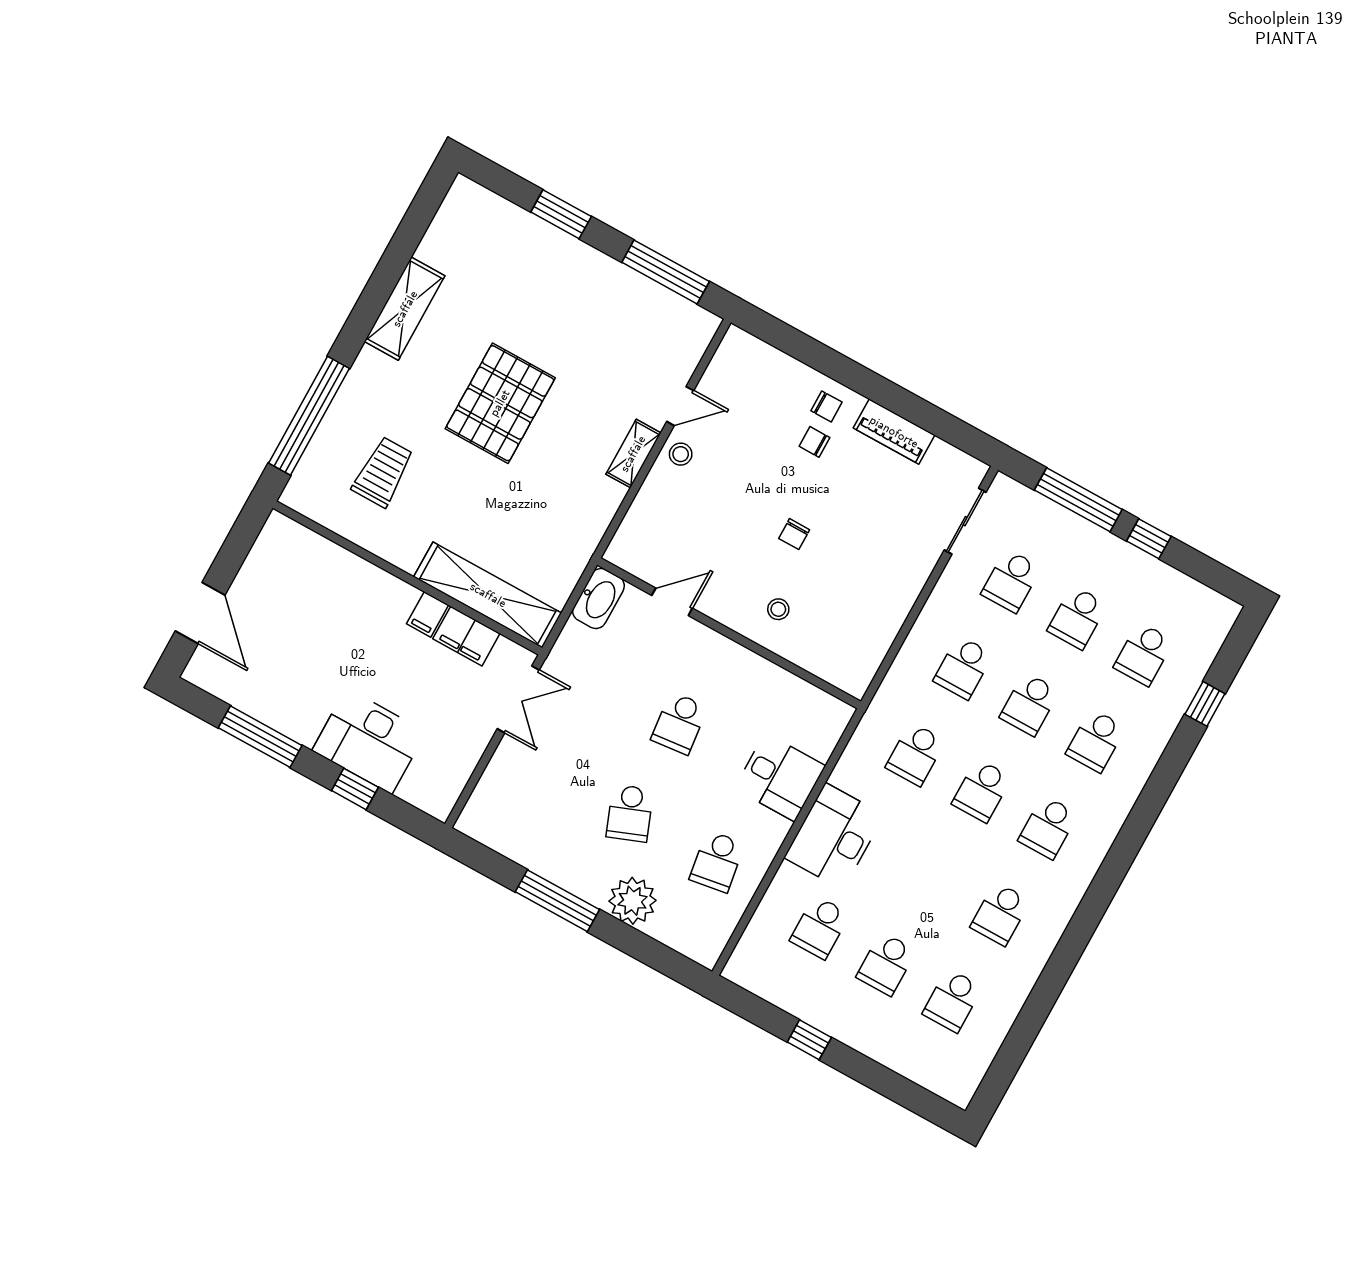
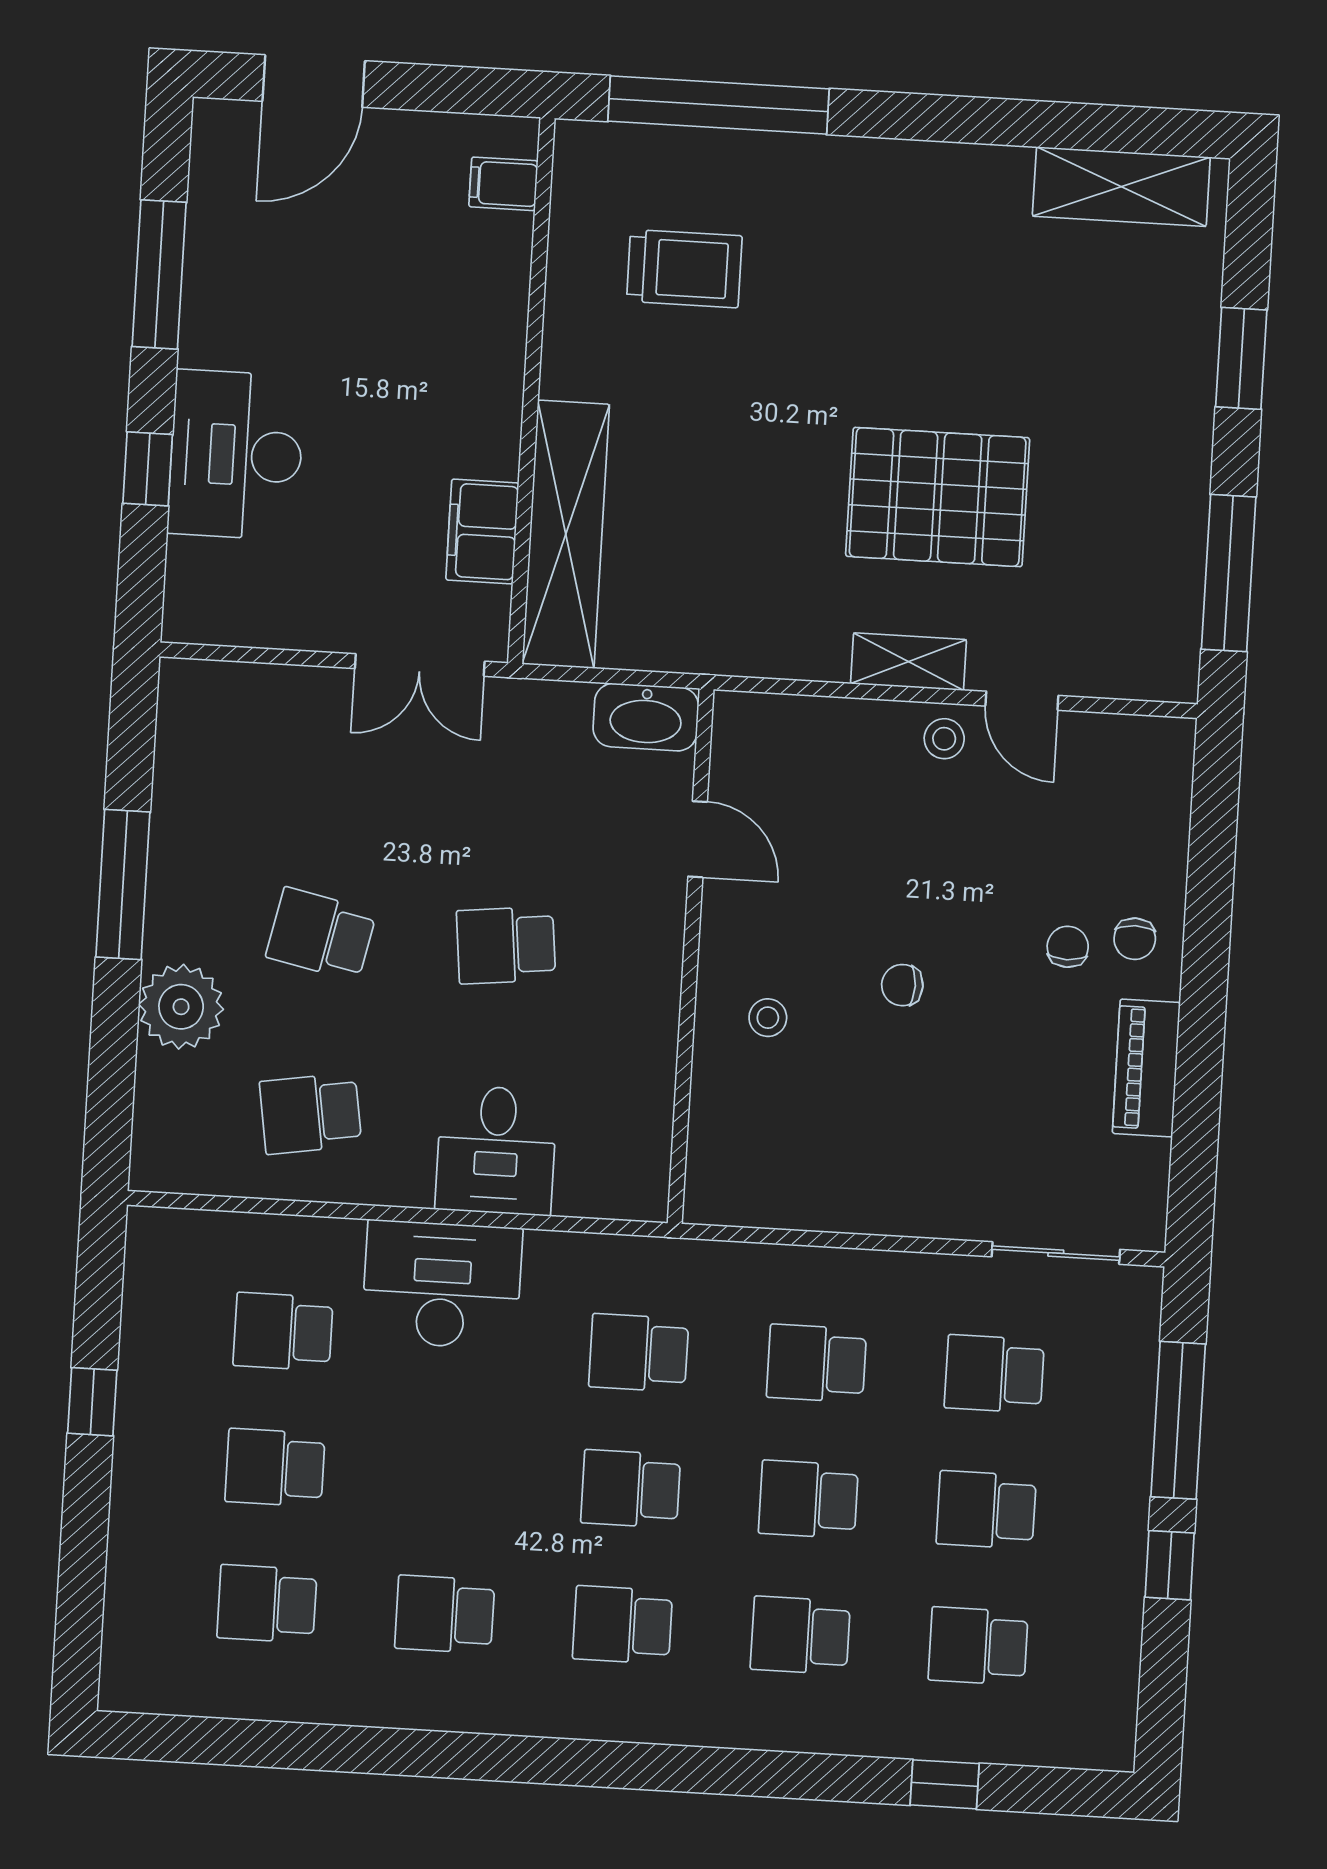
shelving: (405, 309) -> (1121, 187), moved
pallet: (500, 403) -> (938, 497), moved
filing cabinet: (428, 614) -> (503, 184), moved
school desk: (630, 813) -> (321, 934), turned 33

